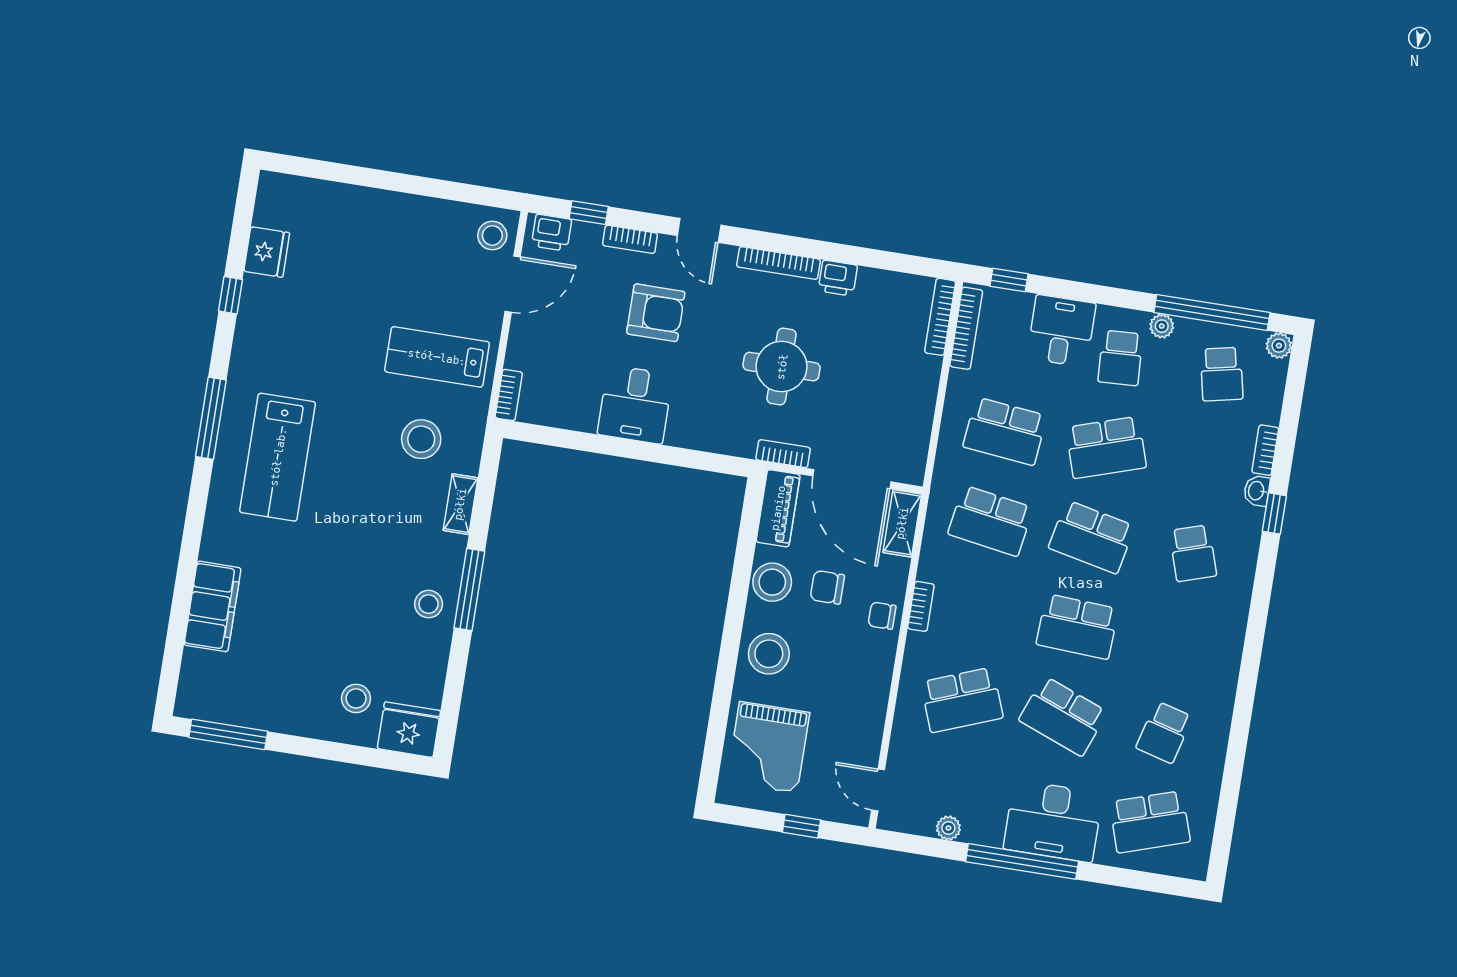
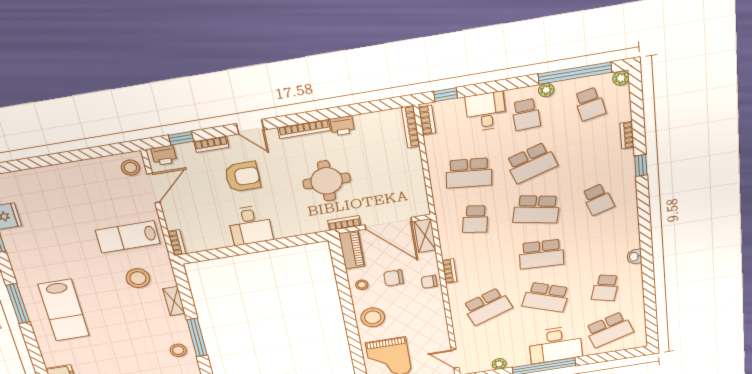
bookcase: (966, 328) -> (427, 120), width x0.64
washbasin: (1257, 491) -> (634, 257), moved
school desk: (991, 521) -> (475, 219), width x0.54
stool: (772, 582) -> (362, 285), width x0.53, depth x0.53

